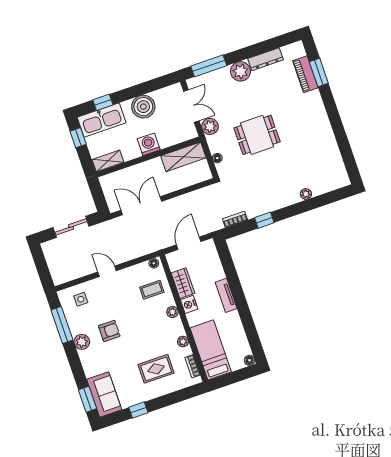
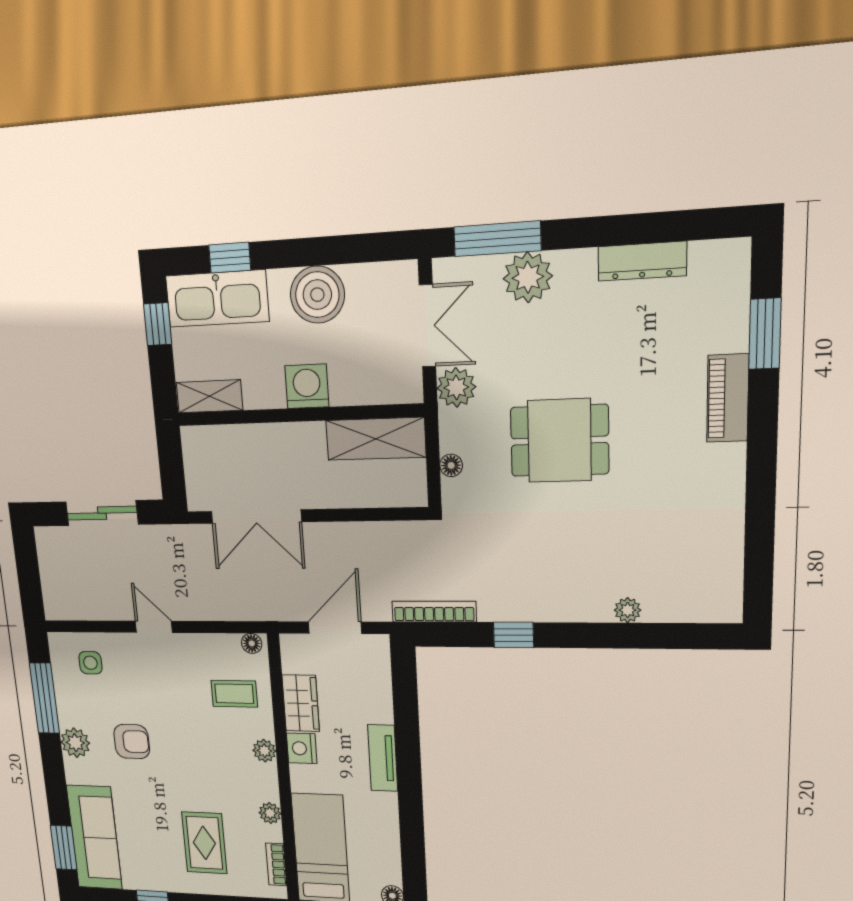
plant: (240, 71) -> (528, 277), moved
piano: (305, 74) -> (728, 398), moved
double door: (141, 206) -> (256, 516), swing flipped
bookcase: (235, 219) -> (434, 612), width x1.56
rug: (156, 369) -> (204, 843), turned 90
sofa: (104, 394) -> (94, 838), width x1.36

